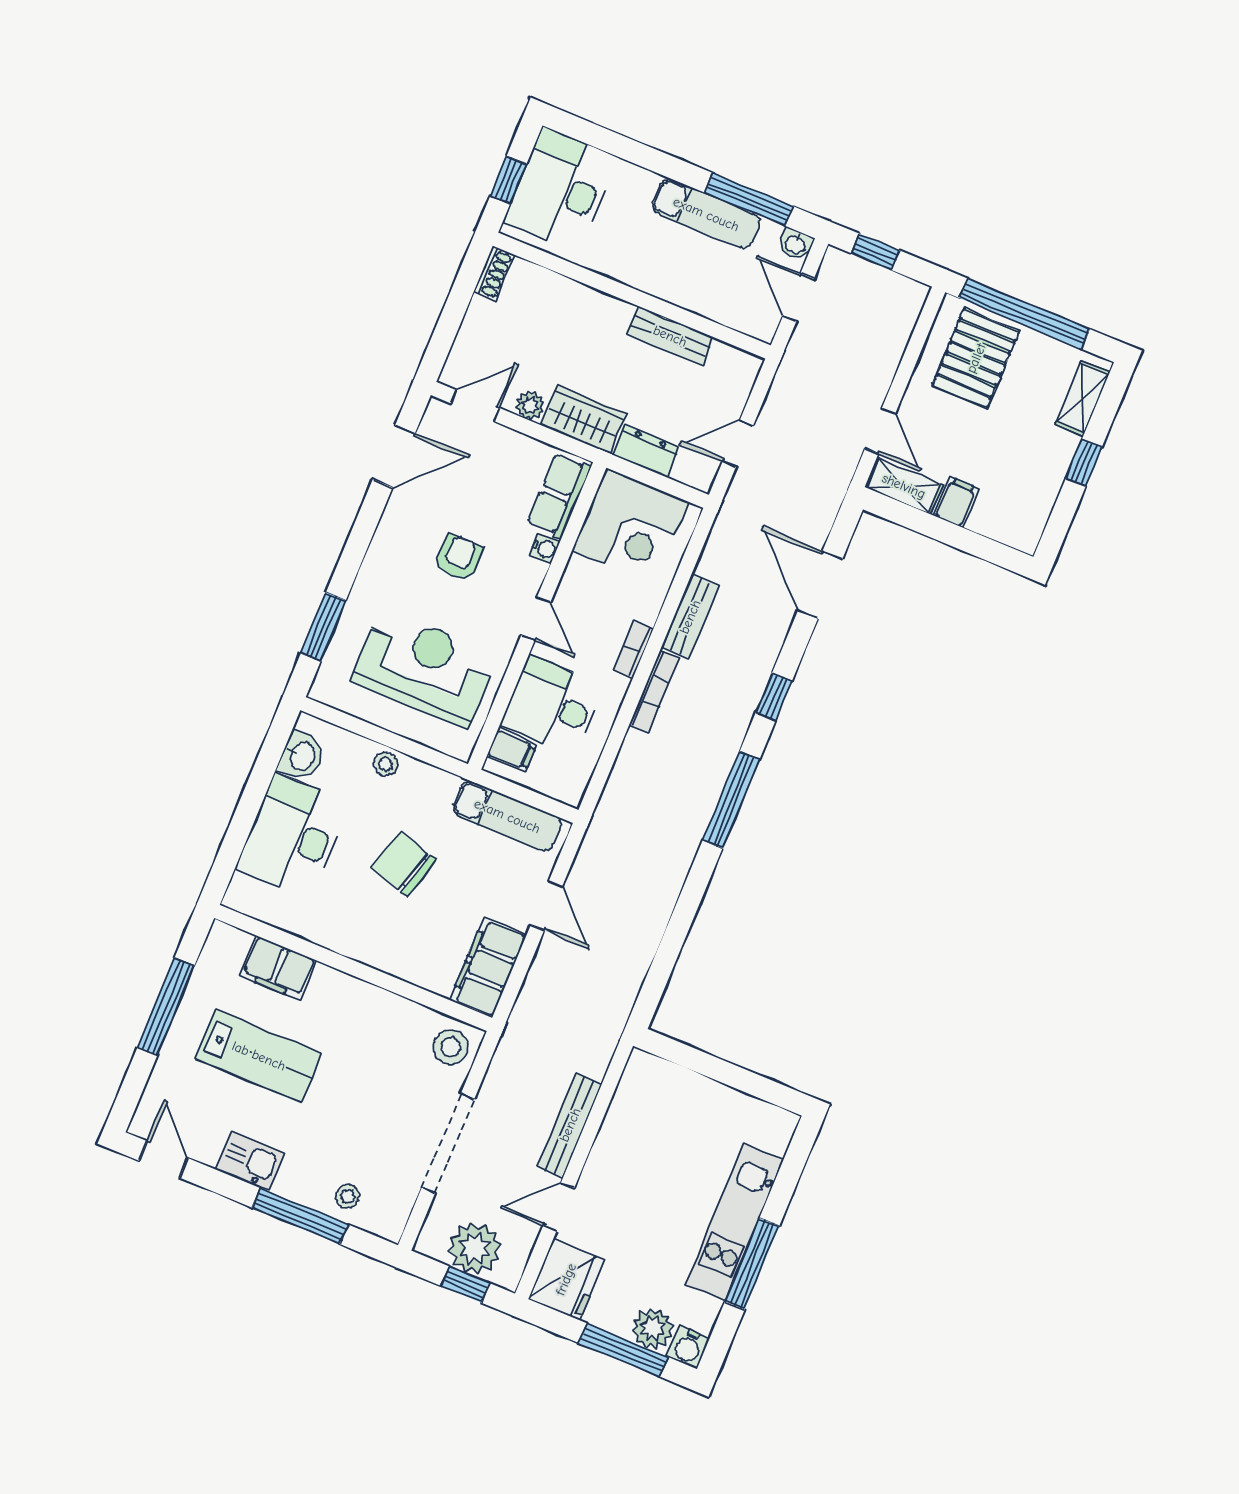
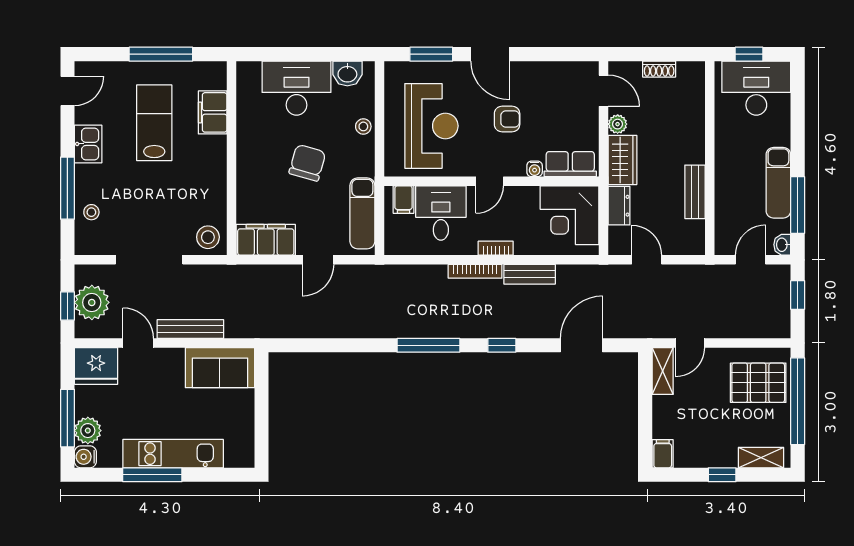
shoe rack: (494, 273) -> (659, 69), moved
door: (394, 456) -> (490, 54), moved
filing cabinet: (956, 502) -> (663, 454), moved, turned -90
lab bench: (259, 1056) -> (154, 123), turned 180
sofa: (641, 1106) -> (220, 368), added

